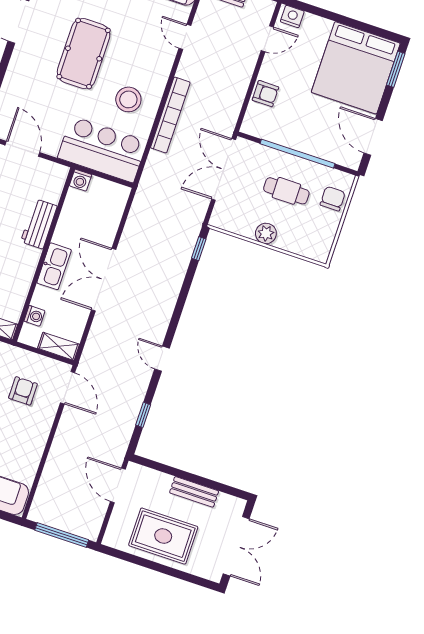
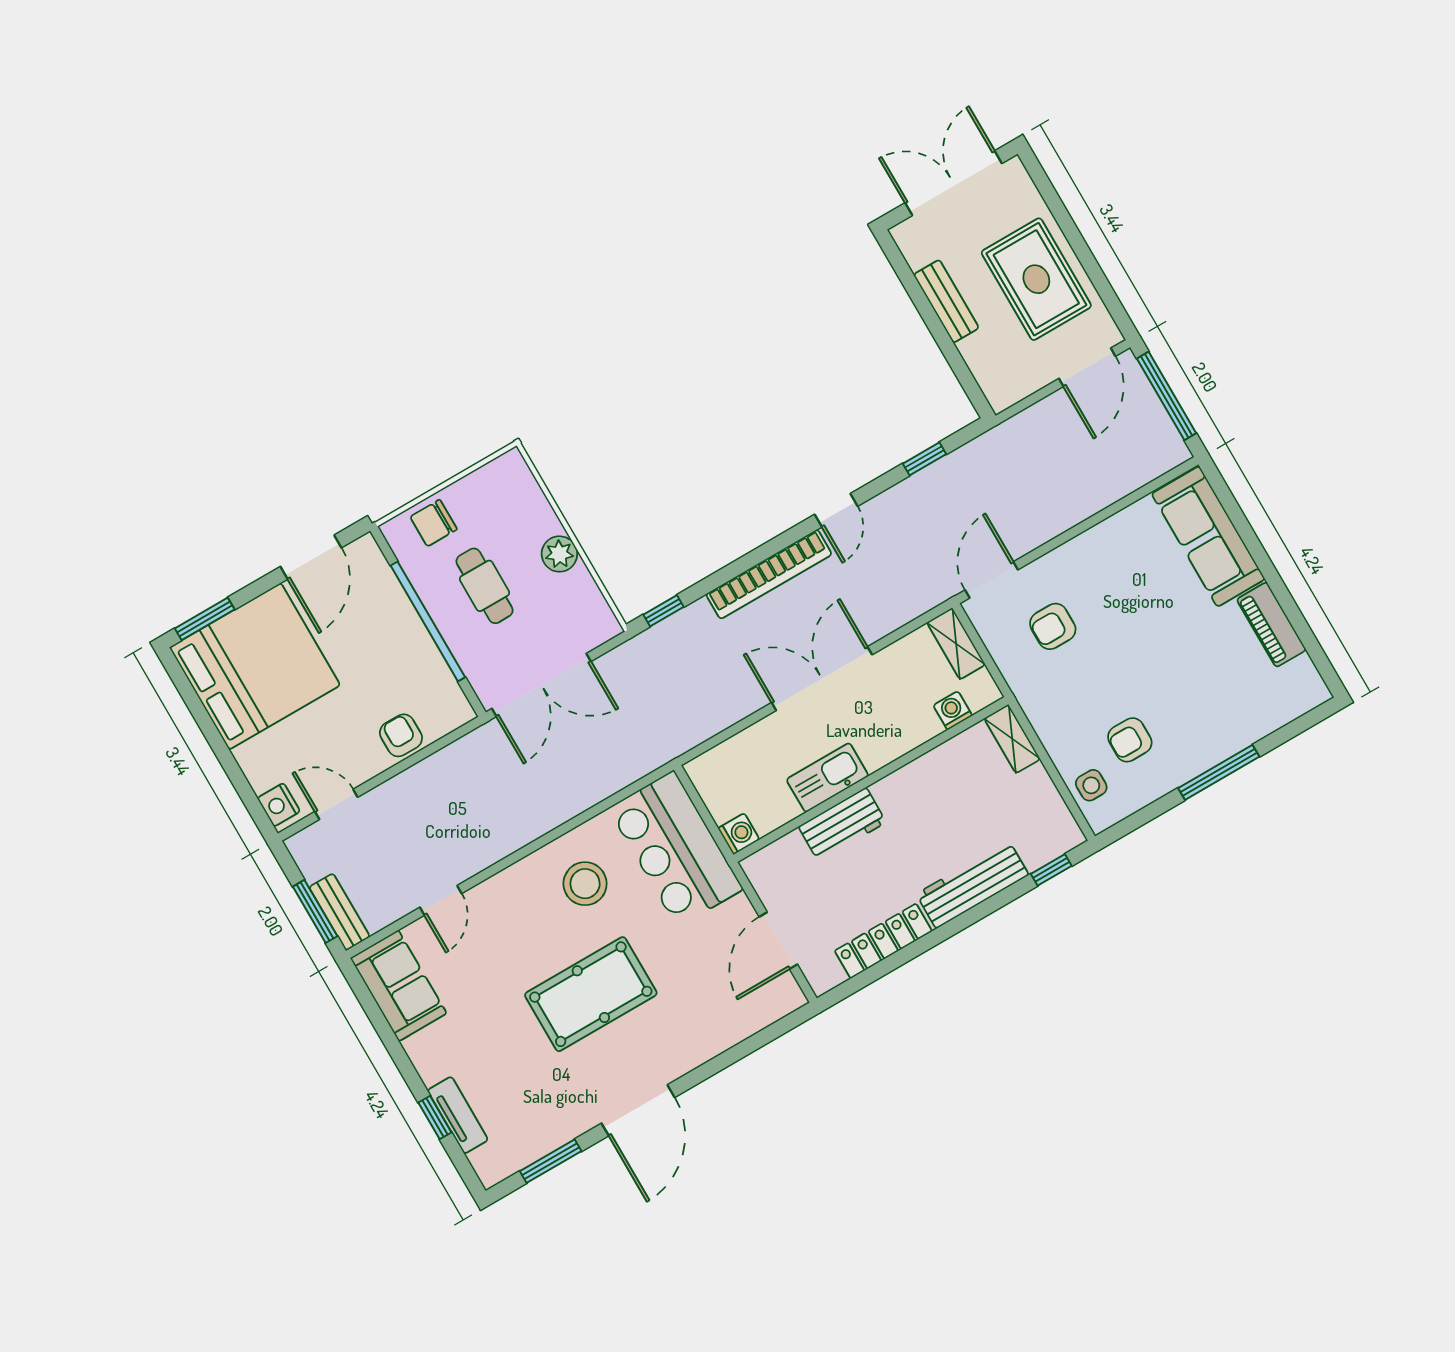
bookcase: (170, 115) -> (769, 574), moved, turned 180
kitchen sink: (54, 266) -> (827, 778), moved
double door: (104, 280) -> (822, 679), swing flipped
door: (118, 485) -> (1087, 367), moved

